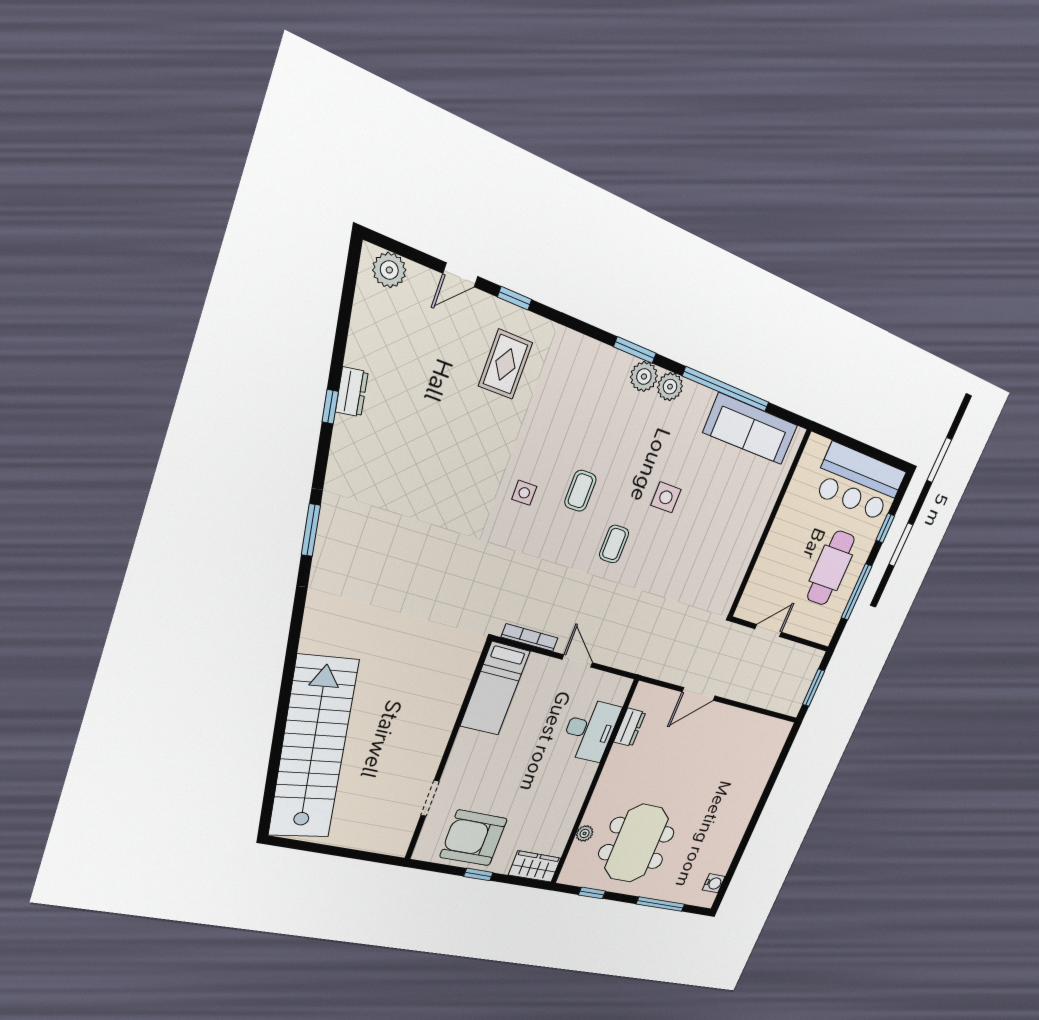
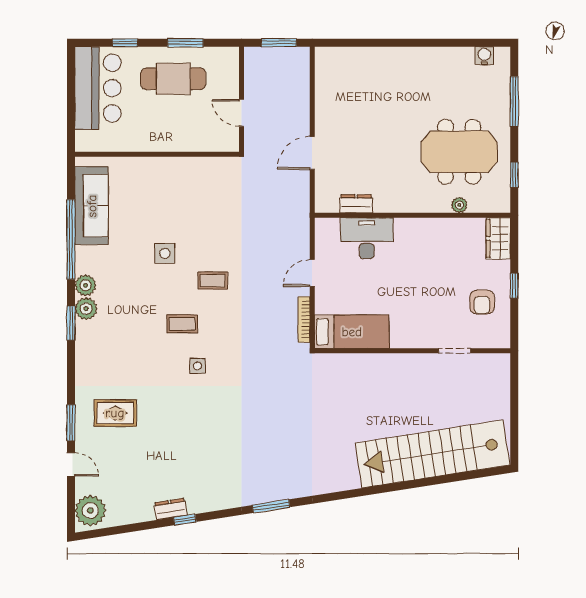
plant: (389, 270) -> (90, 511), width x1.36, depth x1.36
window: (515, 298) -> (71, 423), width x1.50
window: (856, 592) -> (185, 43), width x0.69
door: (699, 694) -> (312, 153), swing flipped
armchair: (474, 838) -> (482, 302), width x0.53, depth x0.53

